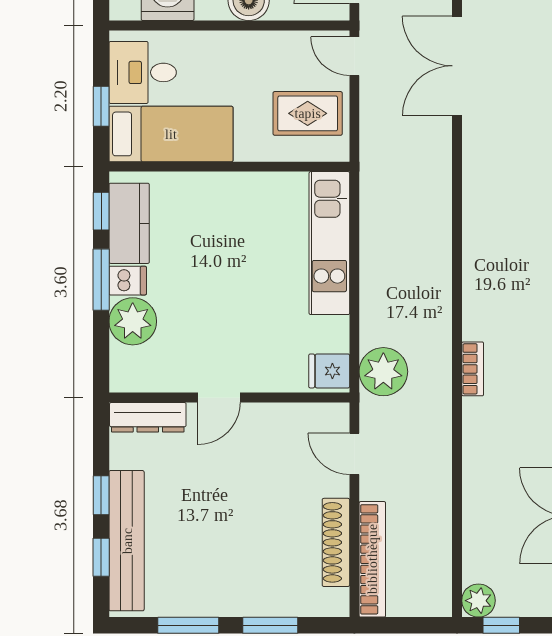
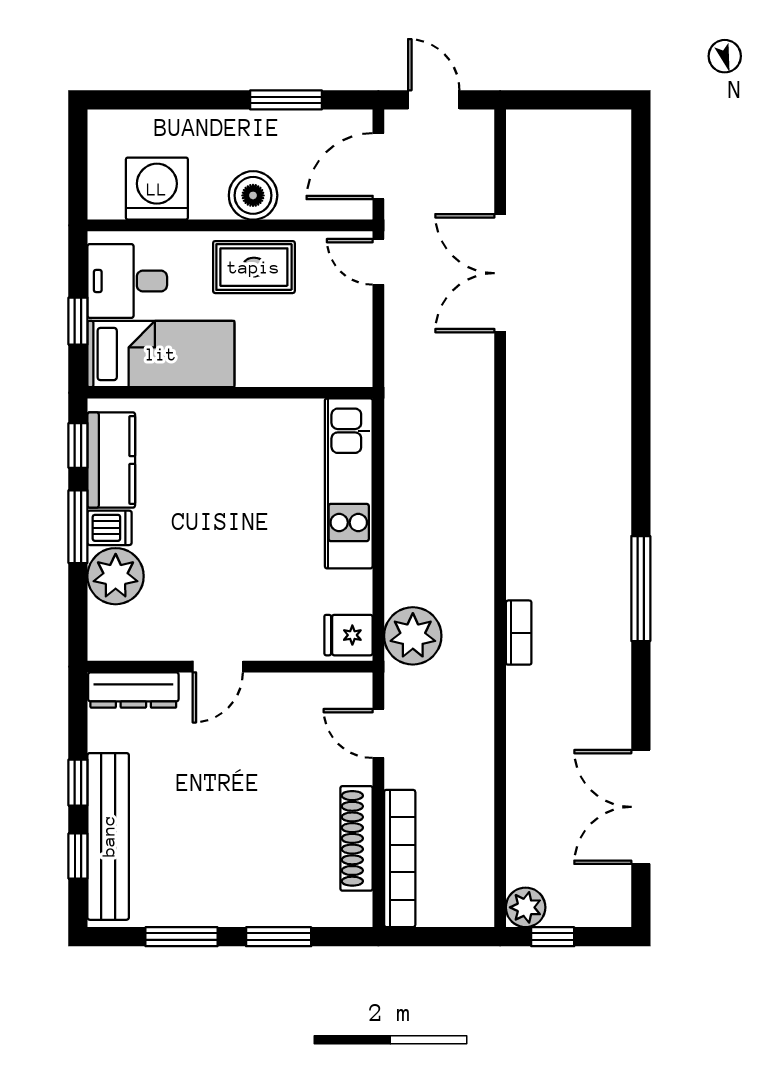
rug: (308, 113) -> (254, 267), moved

